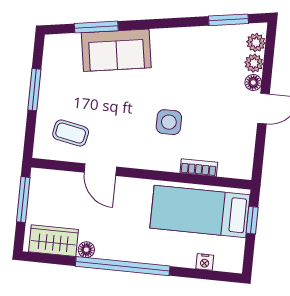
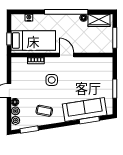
sofa: (116, 50) -> (85, 110), width x1.36
coffee table: (71, 133) -> (44, 111), moved
door: (100, 170) -> (67, 55), moved

